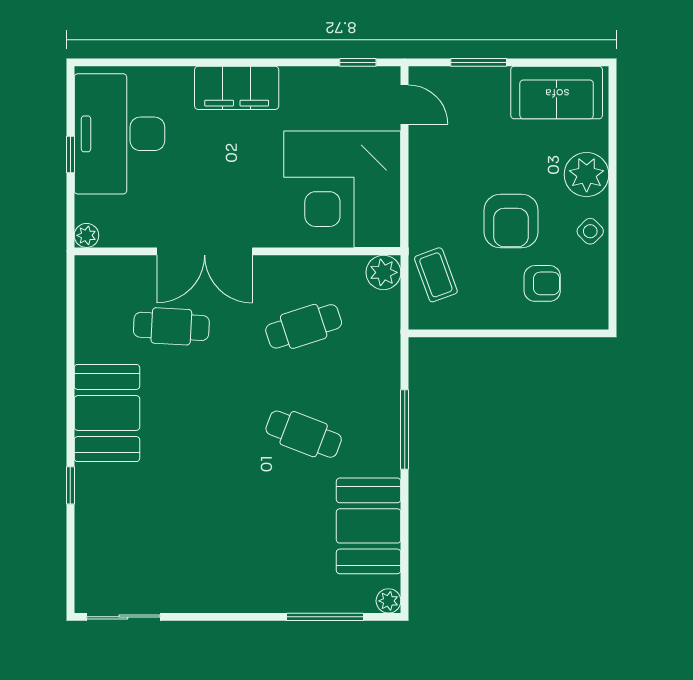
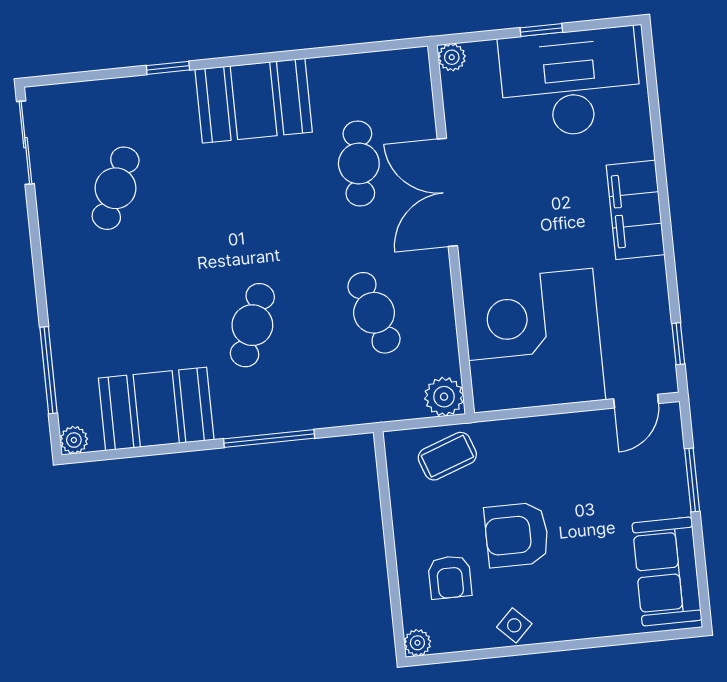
plant: (587, 175) -> (417, 643), moved, width x0.53, depth x0.53
cafe table: (171, 542) -> (116, 188), added

